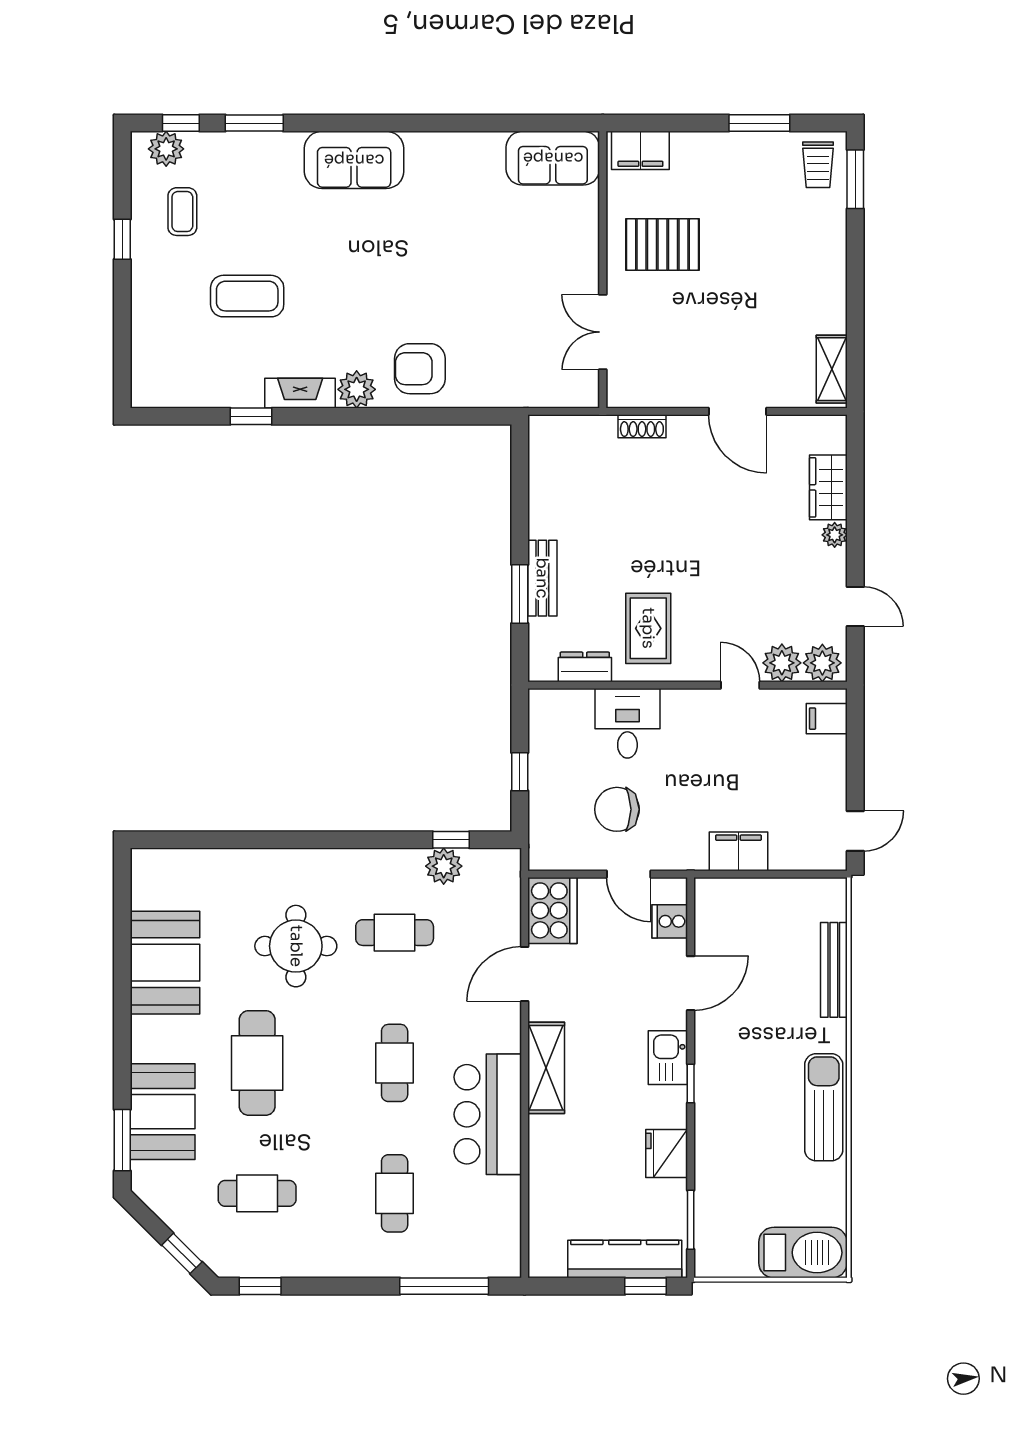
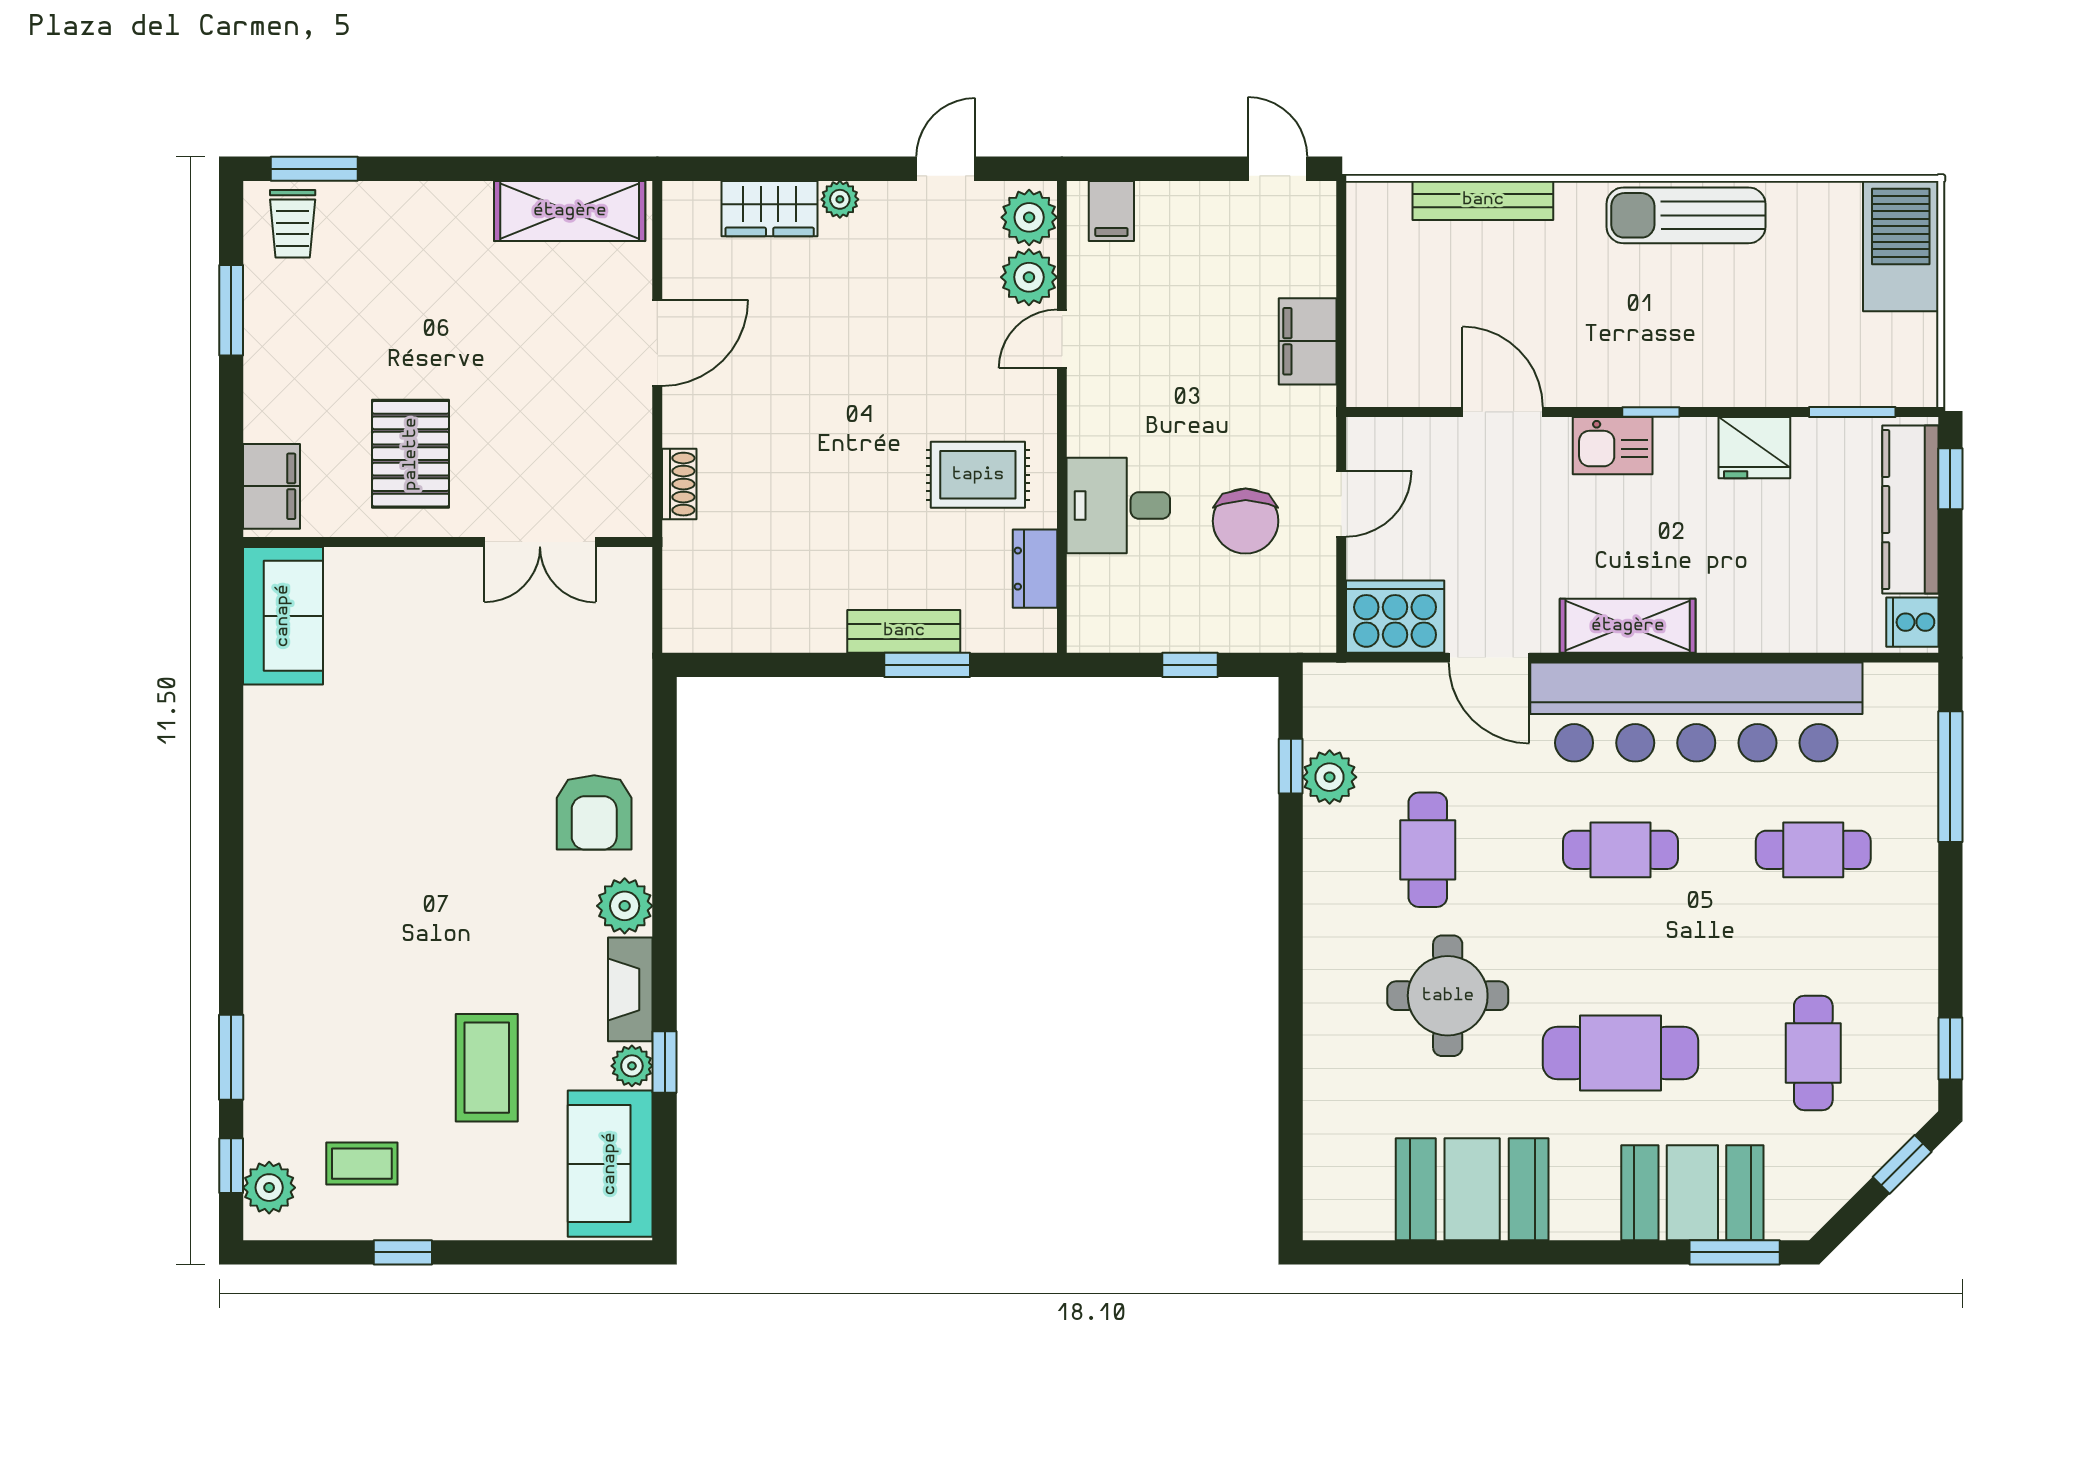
sofa: (354, 160) -> (610, 1164), moved, turned 180
trolley: (818, 165) -> (293, 224), turned 90
shelving: (832, 369) -> (570, 211), width x1.50, depth x1.33
plant: (248, 394) -> (632, 1066), added
cooker: (670, 921) -> (1912, 622), moved, turned 90
bar counter: (488, 1114) -> (1696, 712), width x1.86

